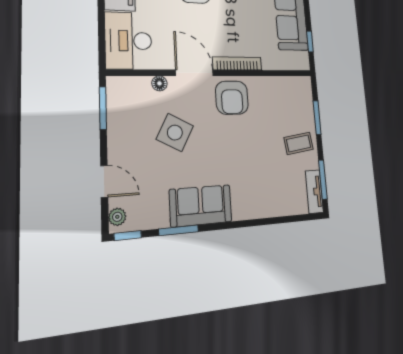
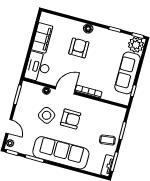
door: (194, 73) -> (65, 90), hinge flipped
armchair: (232, 98) -> (71, 119), moved, turned -90
sofa: (201, 206) -> (61, 153), width x1.85, depth x1.27

